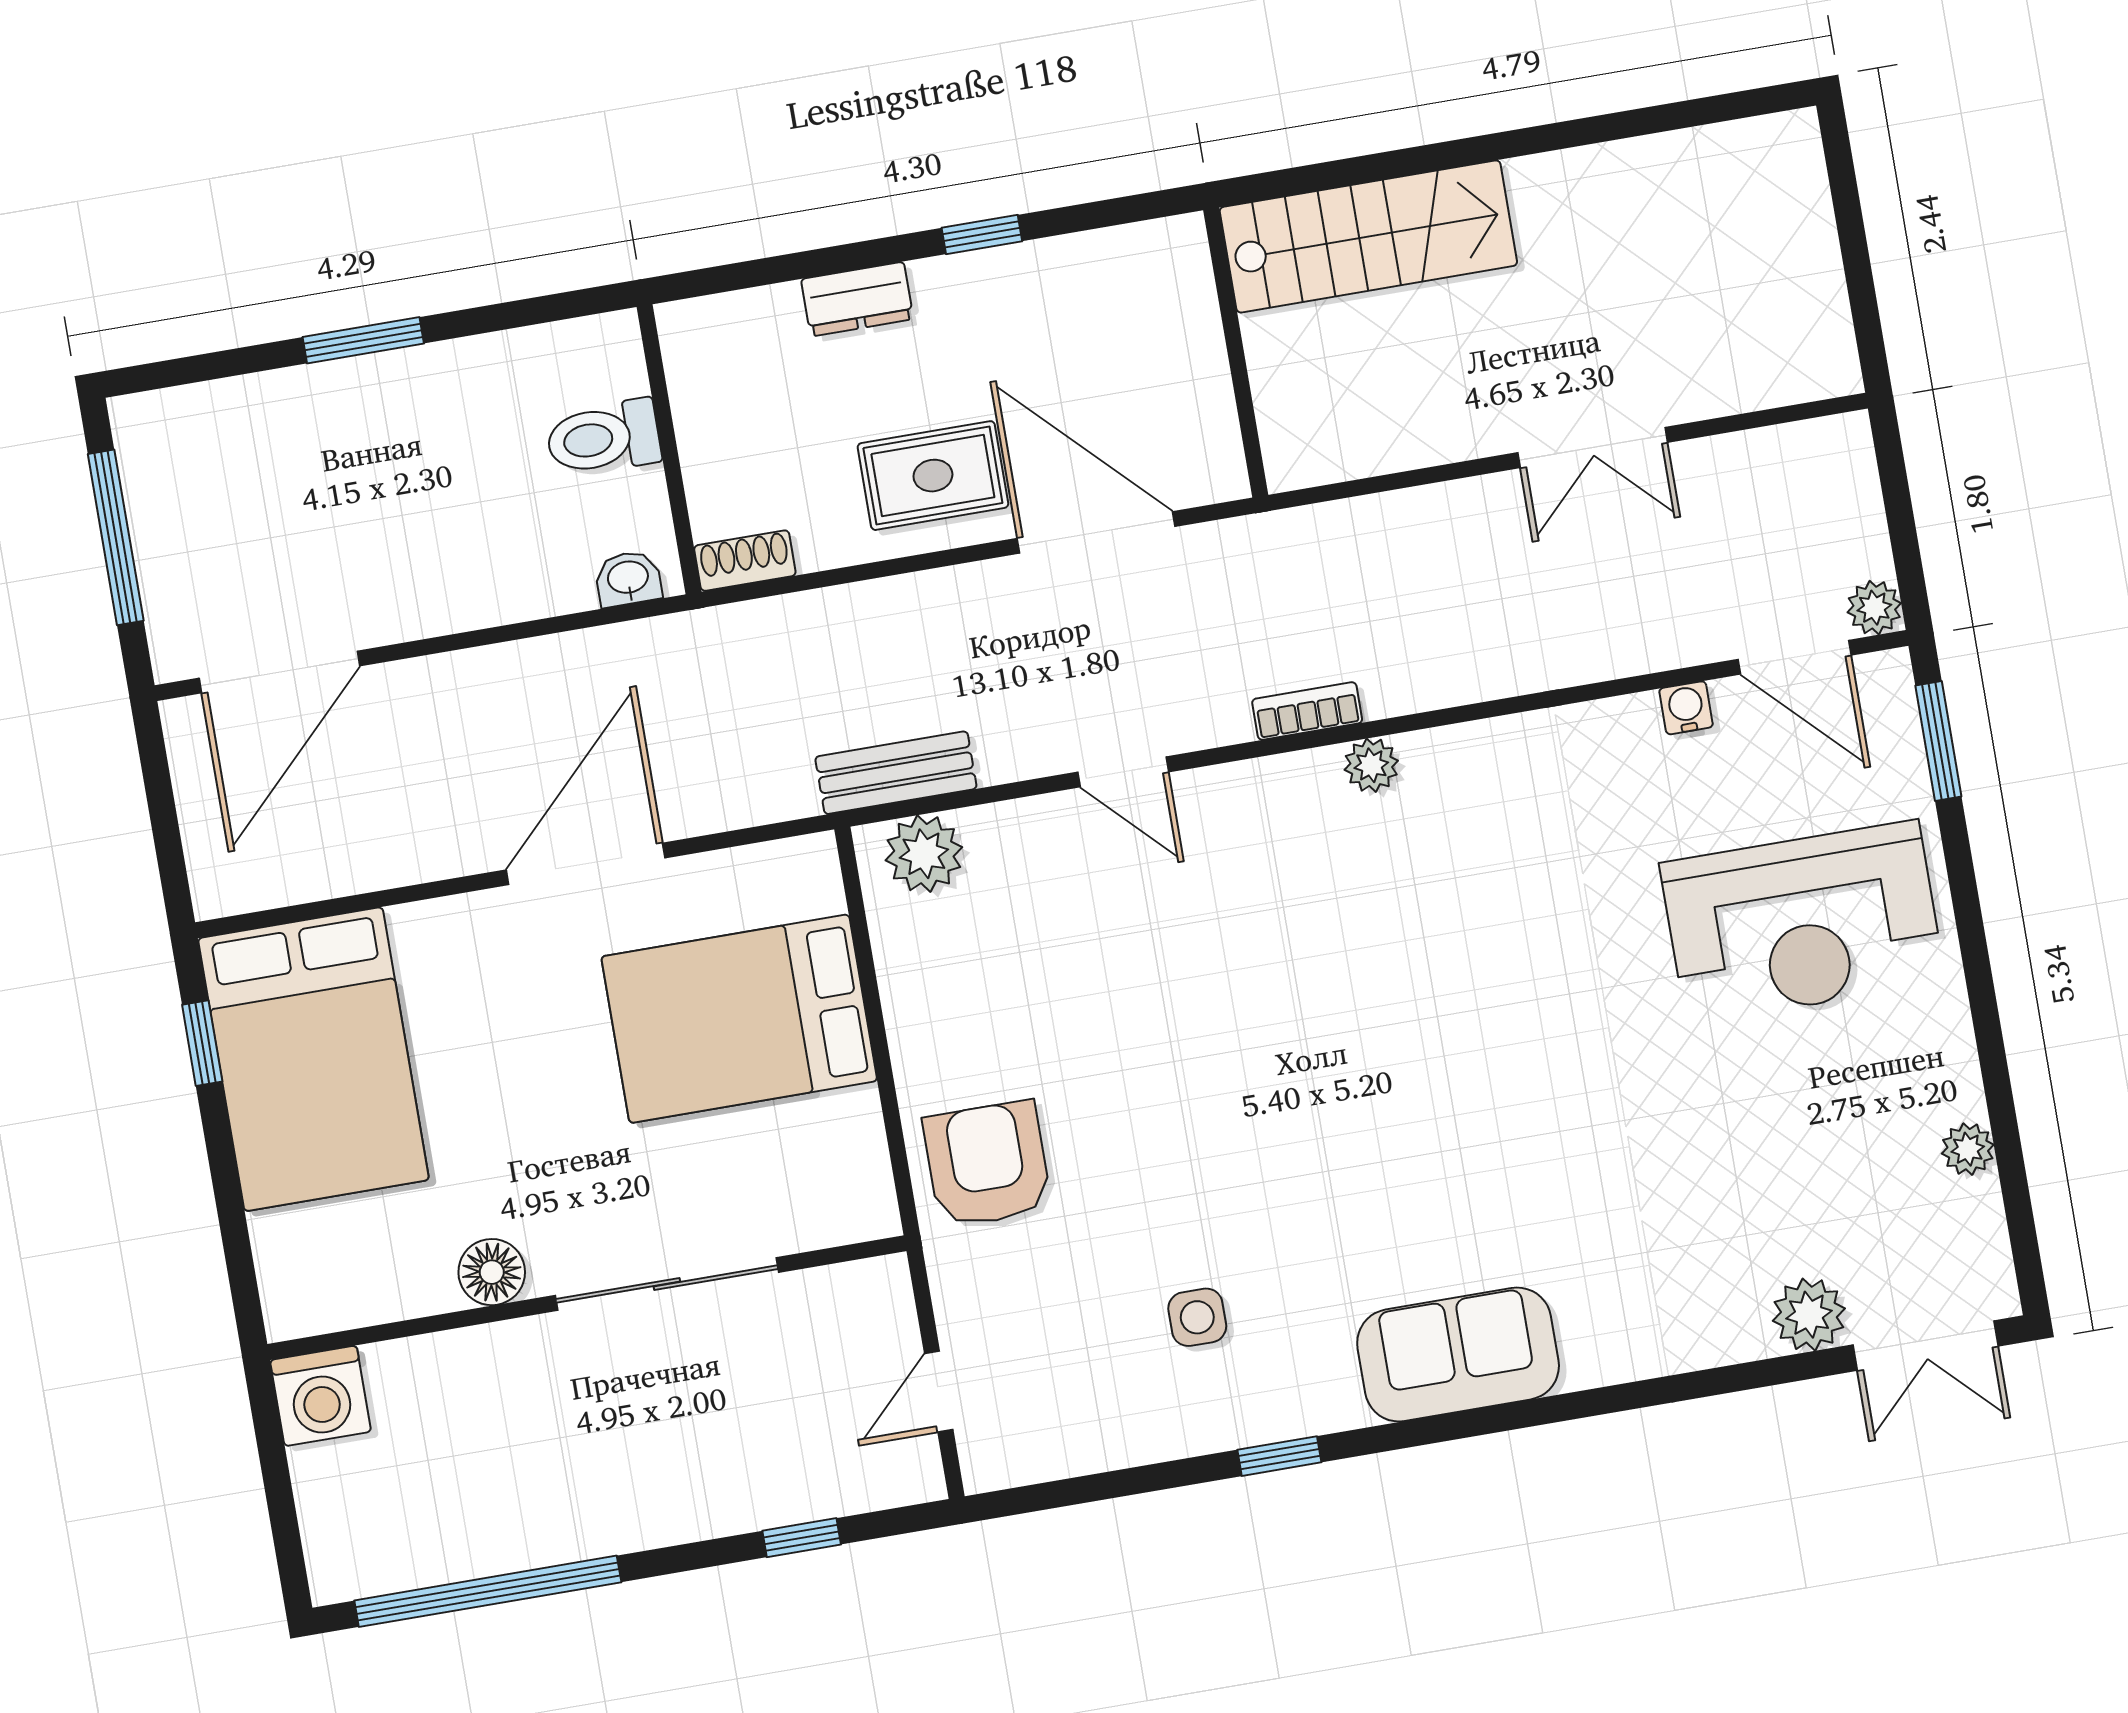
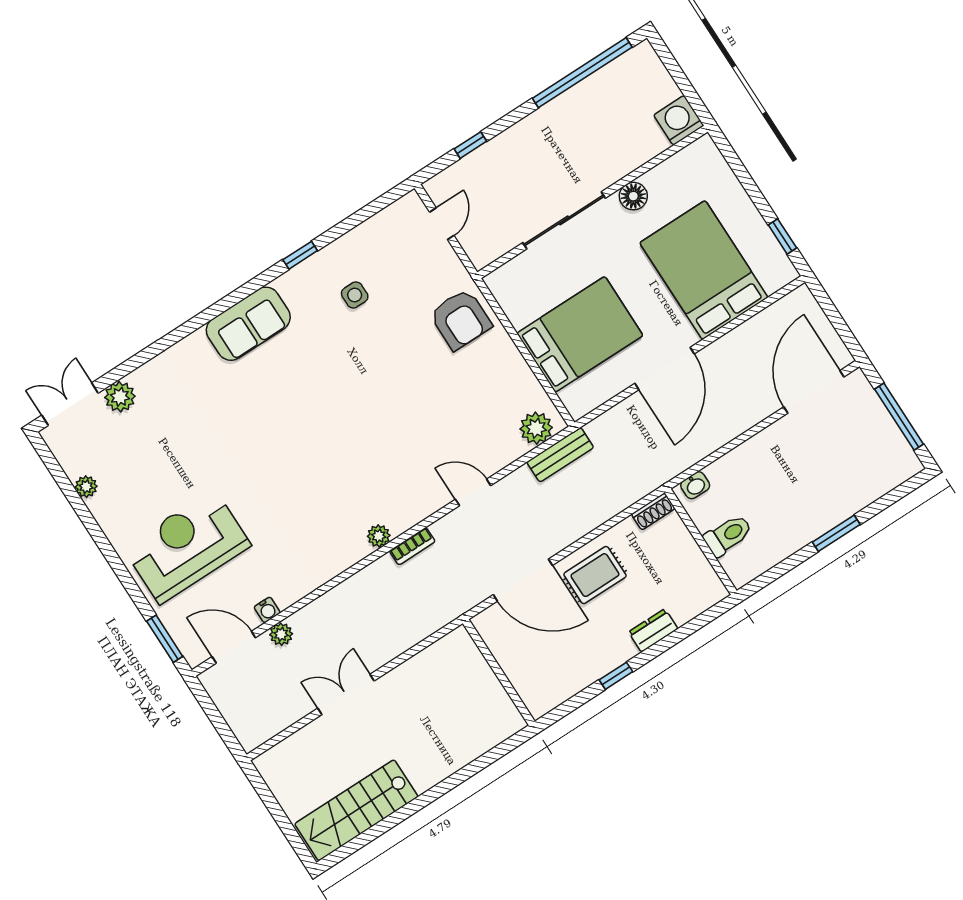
stairs: (1368, 236) -> (356, 810), moved
plant: (1874, 608) -> (281, 634), moved
bed: (313, 1059) -> (704, 270), moved

